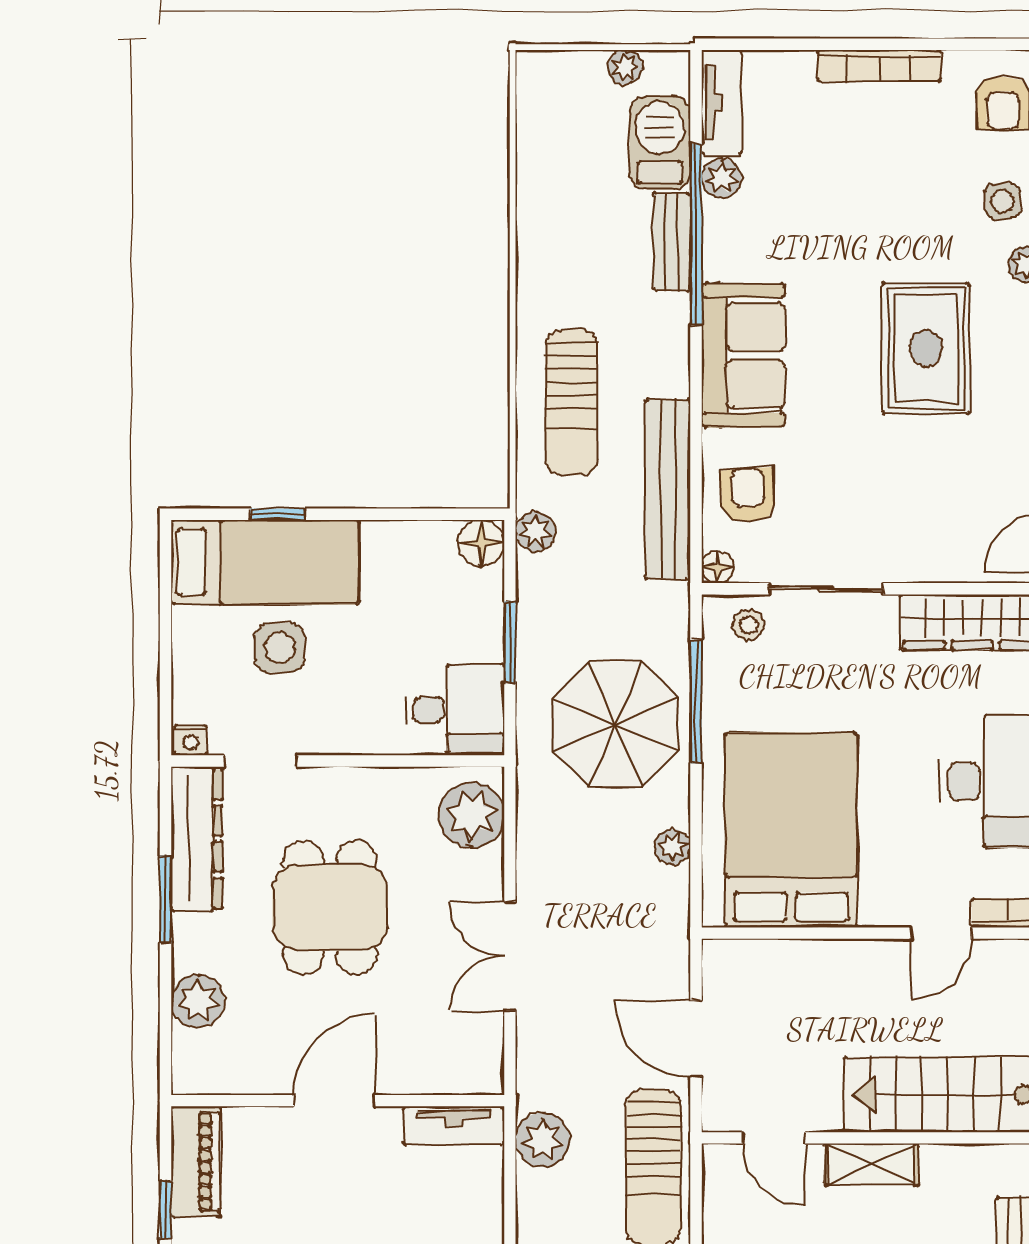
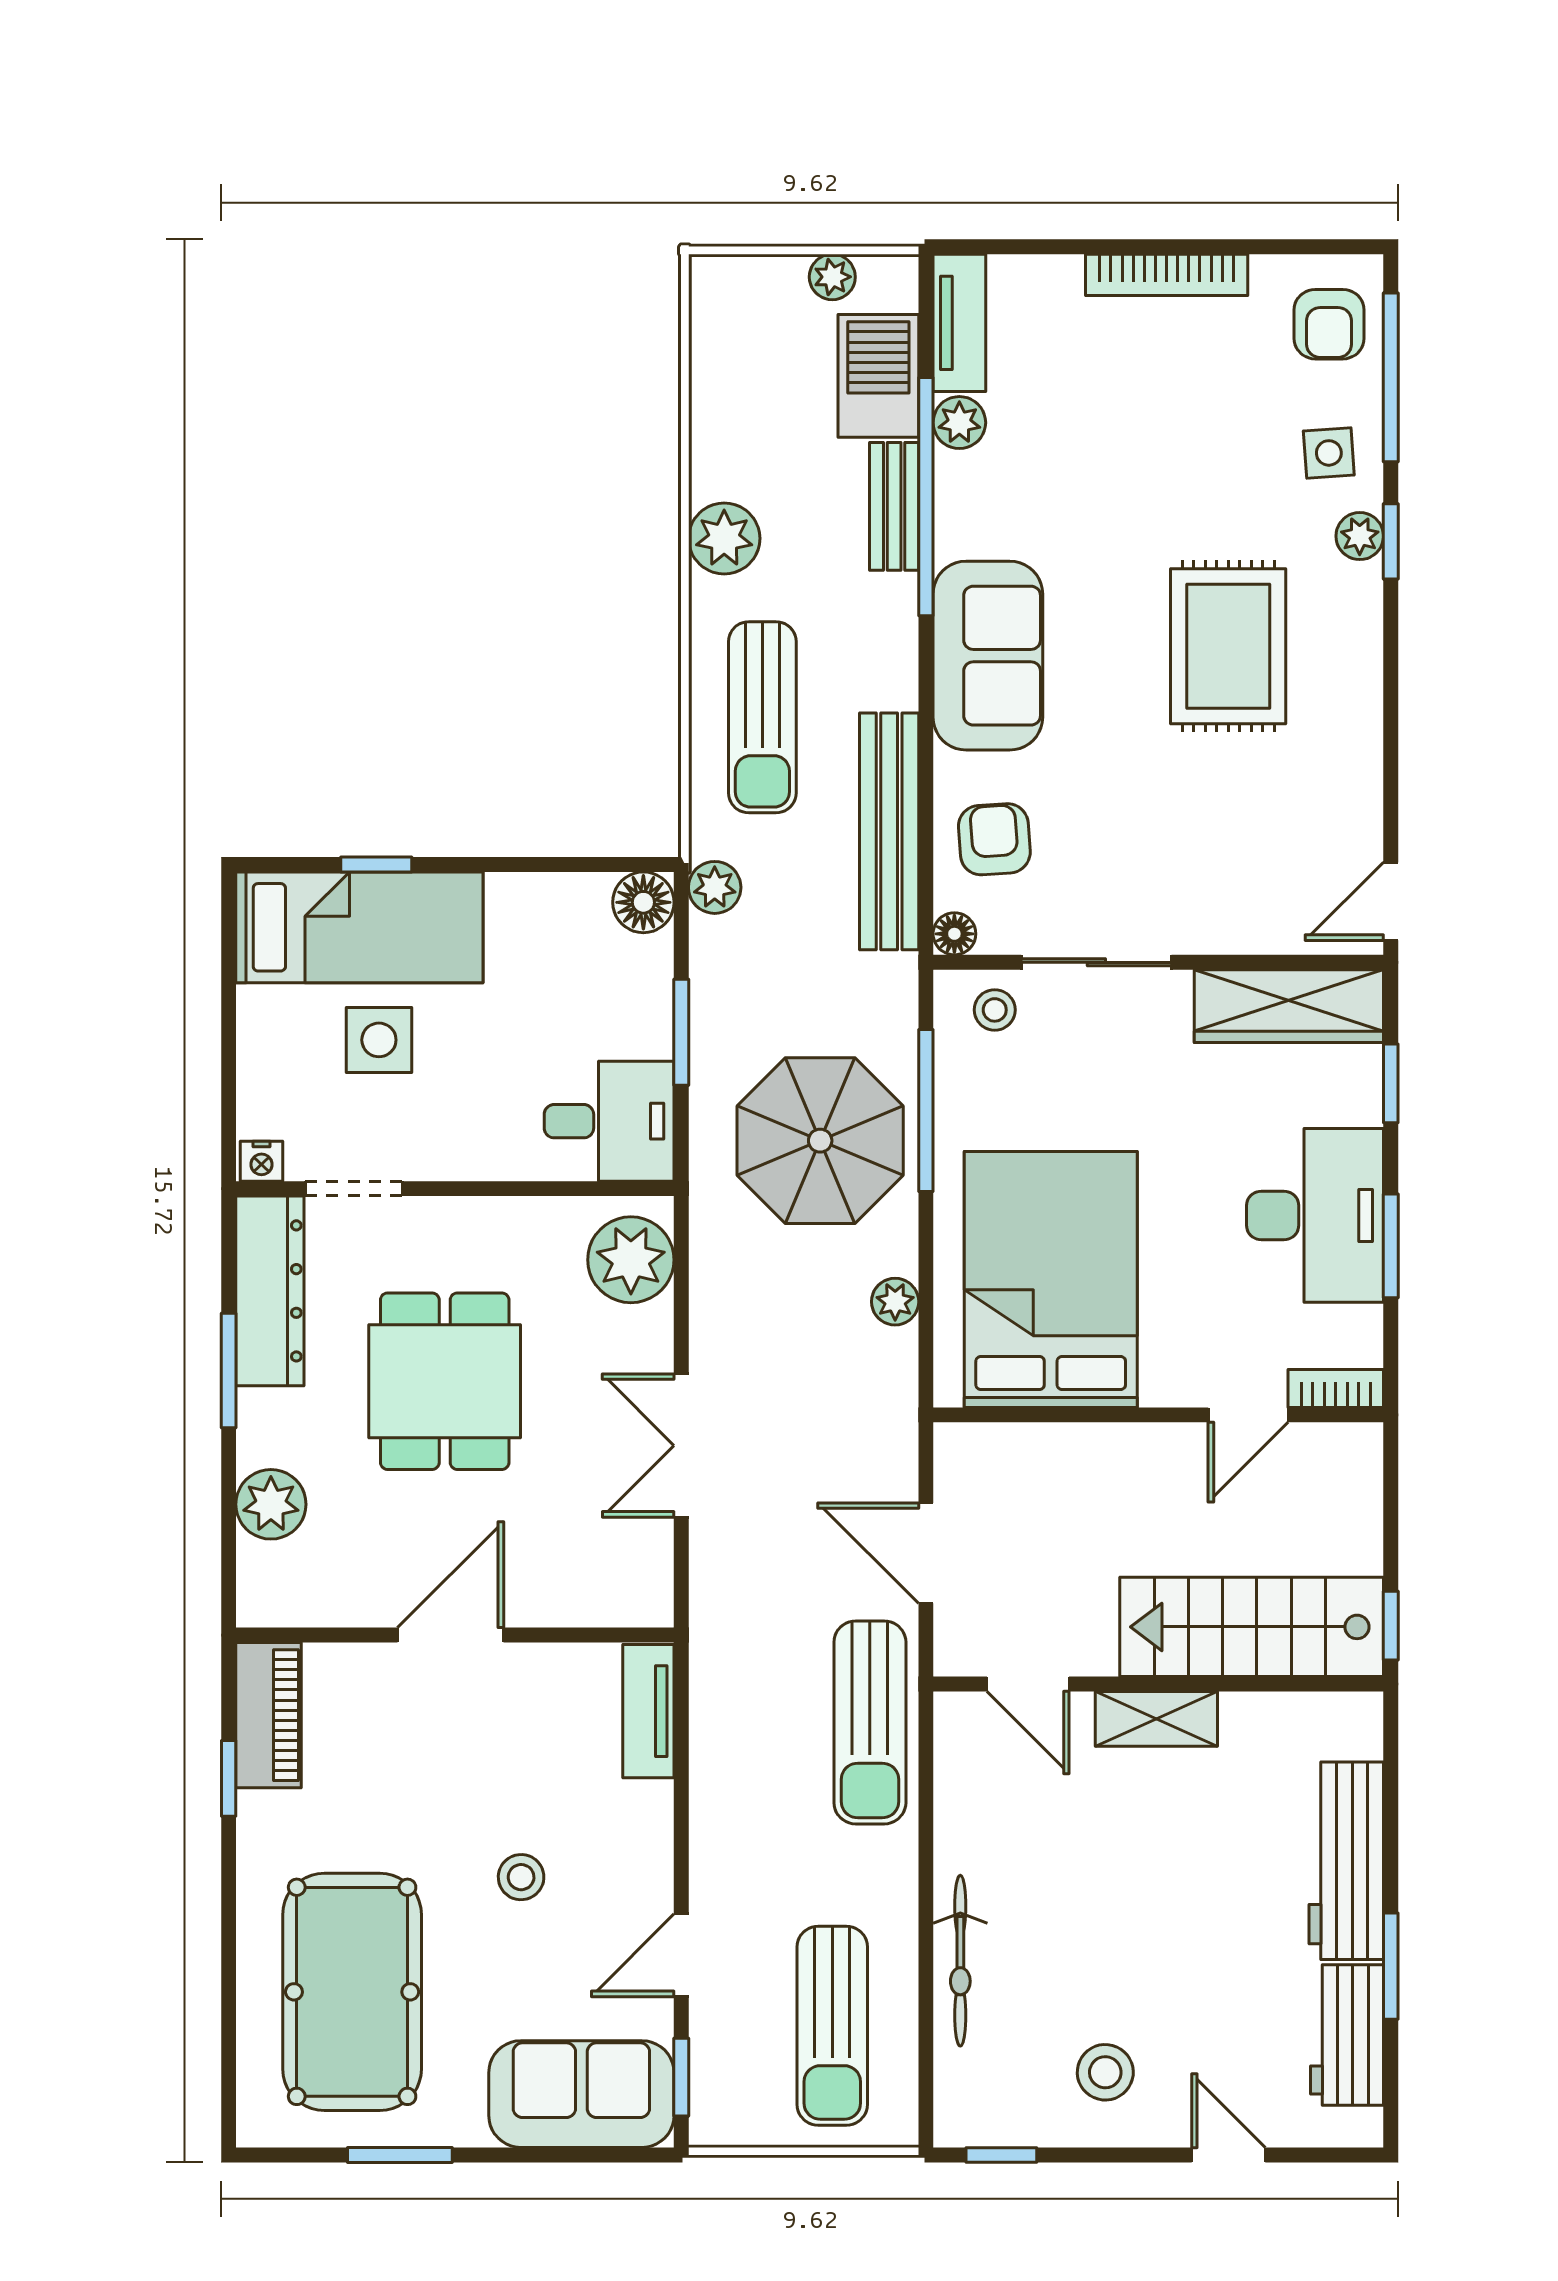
tv unit: (453, 1126) -> (648, 1711), moved, turned 90
plant: (543, 1140) -> (724, 538), moved

